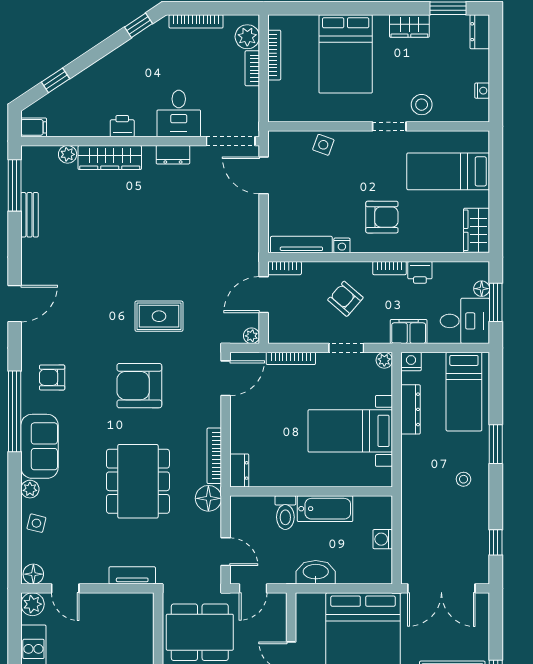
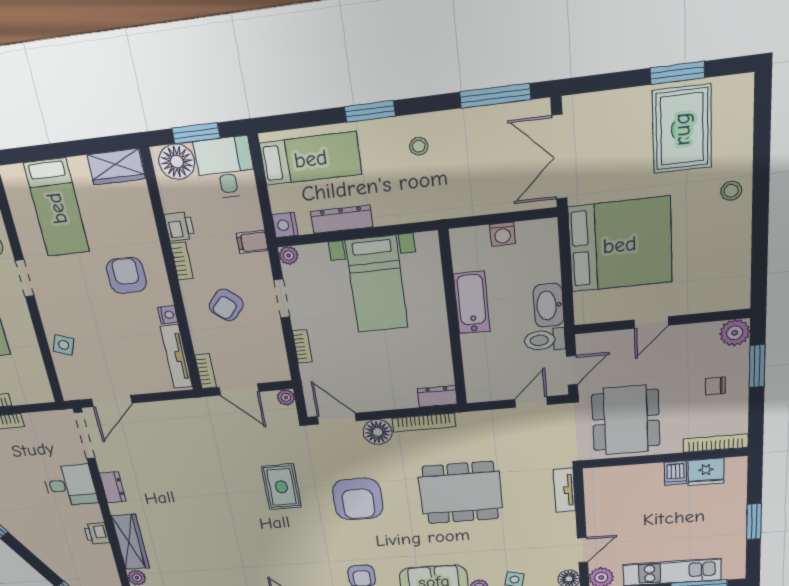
floor lamp: (482, 289) -> (177, 162), width x1.89, depth x1.89
filing cabinet: (409, 332) -> (252, 242), width x0.50
bookcase: (291, 358) -> (302, 346), width x0.64
floor lamp: (208, 498) -> (378, 432), moved
toilet: (285, 513) -> (545, 340), moved, turned 180
window: (496, 542) -> (495, 96), width x2.17
door: (253, 588) -> (572, 370), hinge flipped
double door: (441, 588) -> (559, 157), swing flipped

